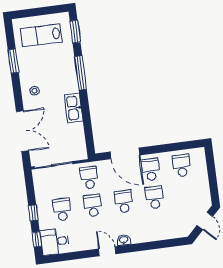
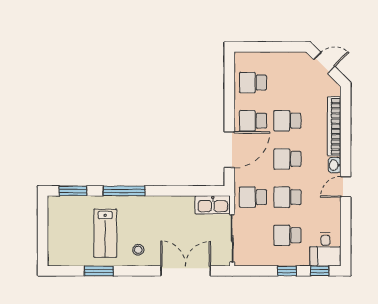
lab bench: (41, 35) -> (105, 233), moved
kitchen sink: (74, 108) -> (213, 205), moved
bookcase: (155, 236) -> (334, 126), added

